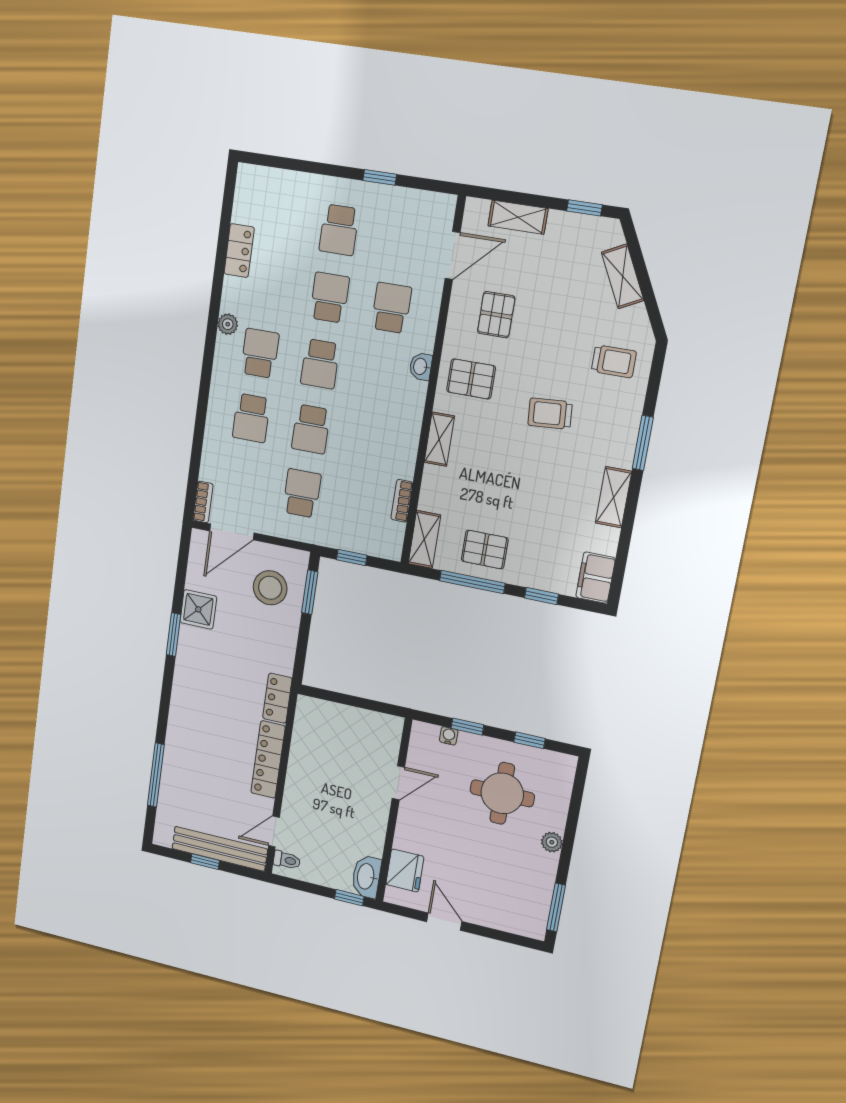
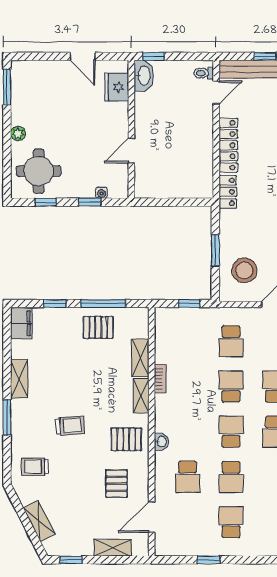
bookcase: (402, 501) -> (160, 379), moved
shelving: (424, 539) -> (140, 358), moved
window: (310, 592) -> (215, 250), moved
round table: (502, 793) -> (39, 171), moved

